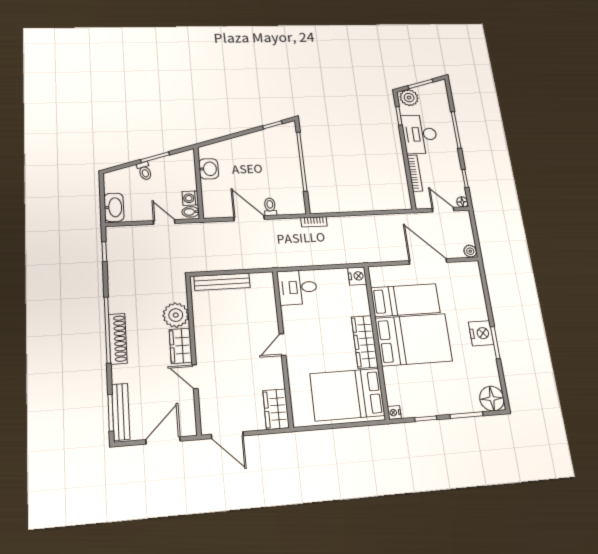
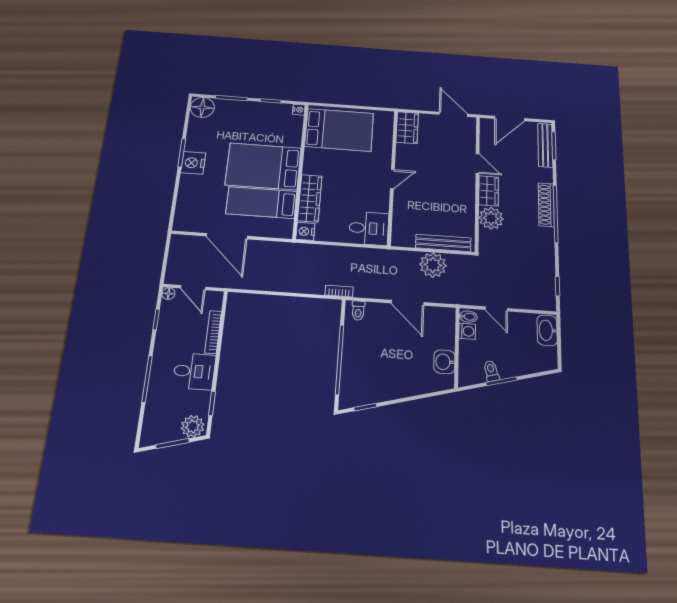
desk: (420, 134) -> (194, 371), width x0.73
toilet: (144, 171) -> (491, 371), moved
toilet: (270, 207) -> (358, 311), moved
plant: (470, 251) -> (433, 265), moved, width x1.87, depth x1.87
wardrobe: (365, 342) -> (310, 198), moved

